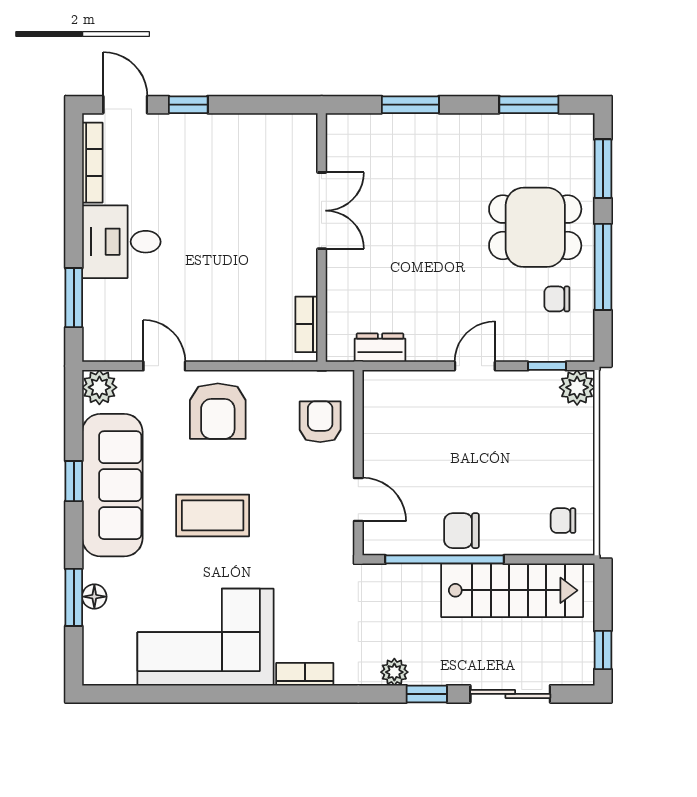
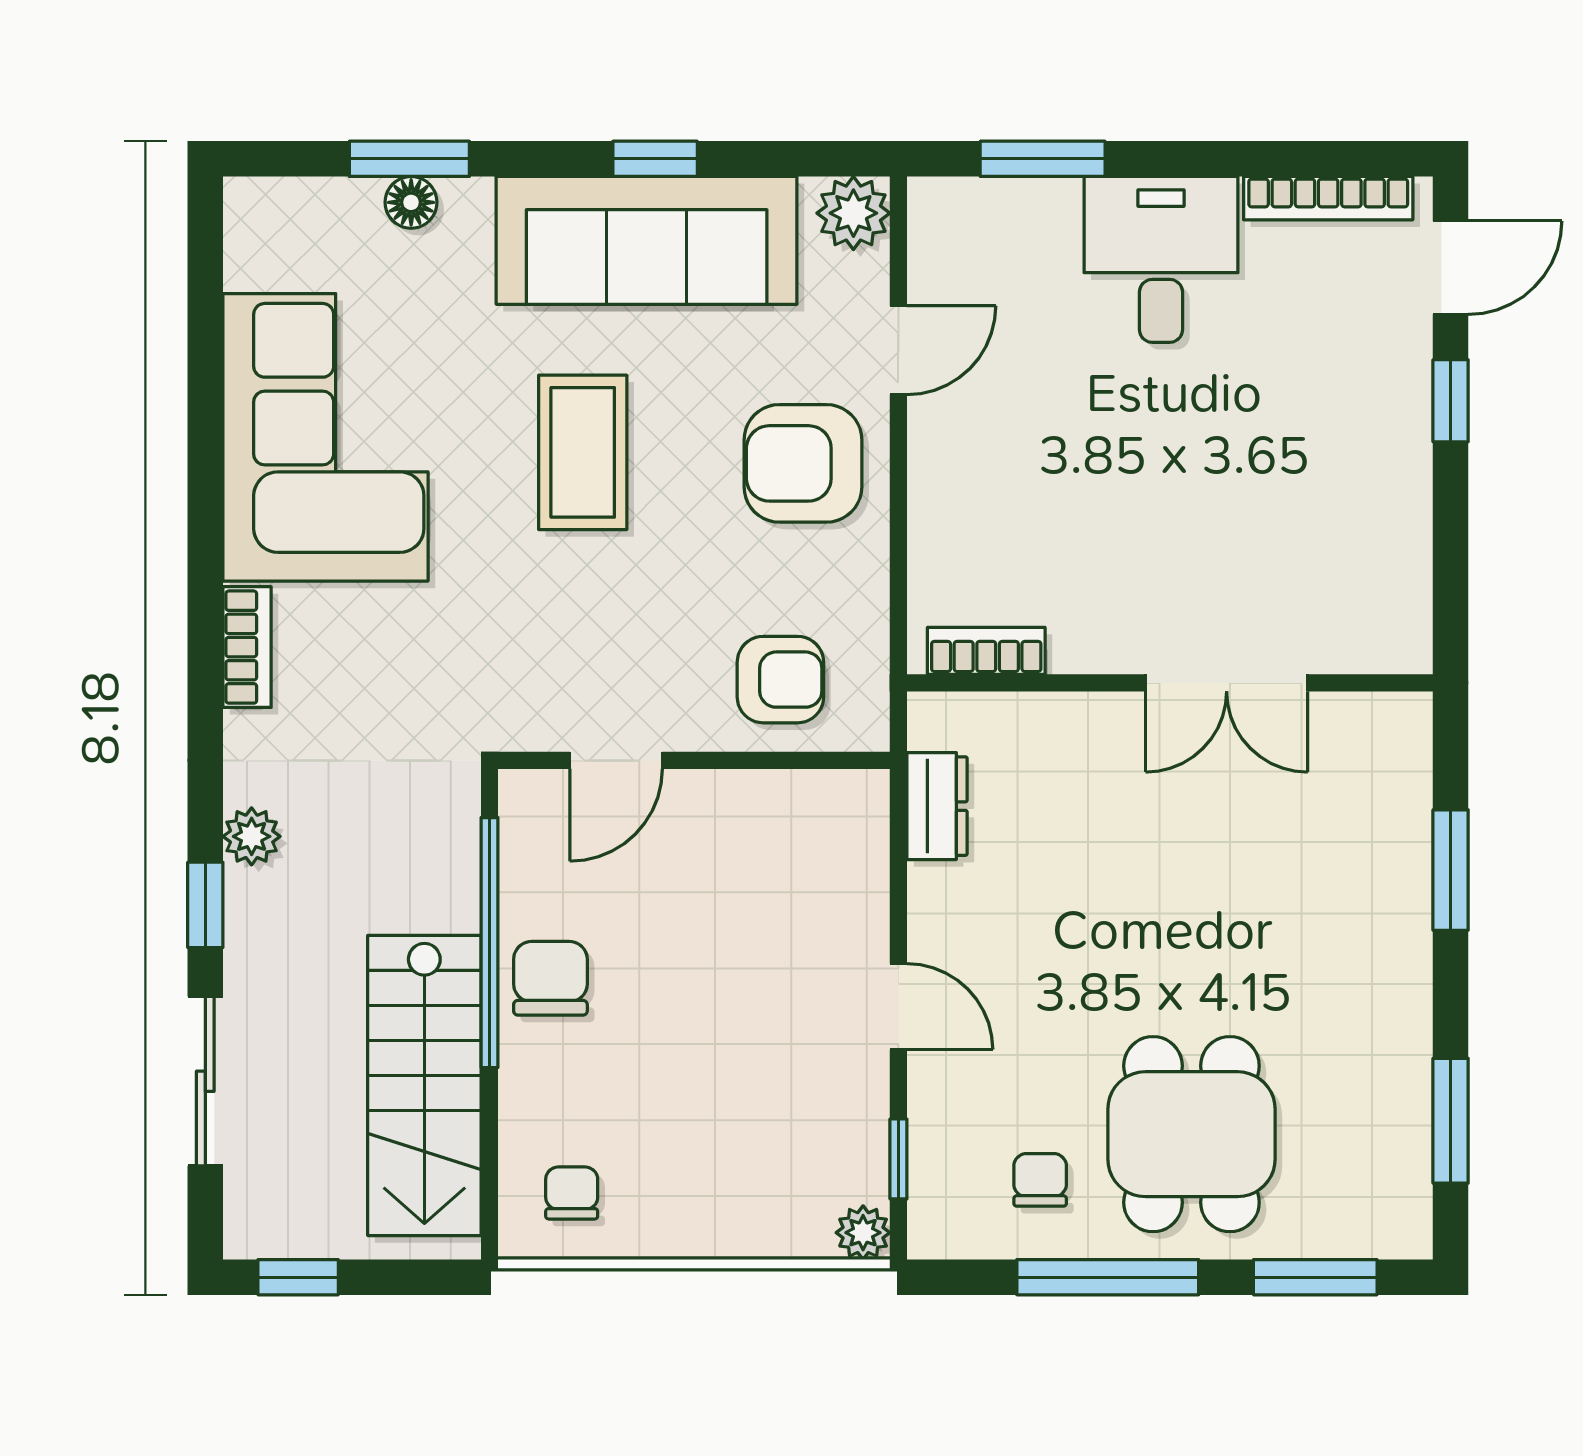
plant: (577, 387) -> (863, 1233), width x0.73, depth x0.73

